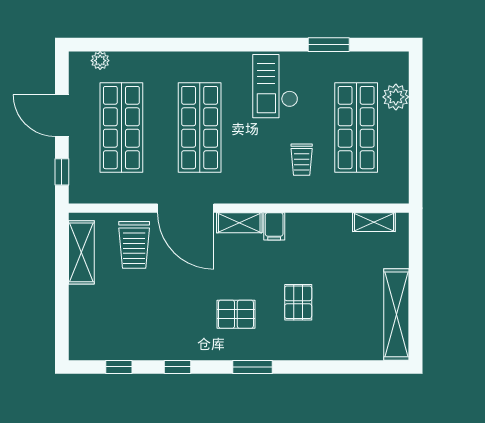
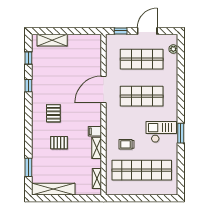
window: (329, 45) -> (181, 133), moved
plant: (396, 97) -> (156, 189), removed
shop shelf: (356, 128) -> (142, 170), width x1.40
shelving: (239, 223) -> (97, 148), moved
trolley: (134, 245) -> (86, 65), removed
shelving: (81, 252) -> (52, 40), moved
window: (253, 367) -> (28, 167), moved

